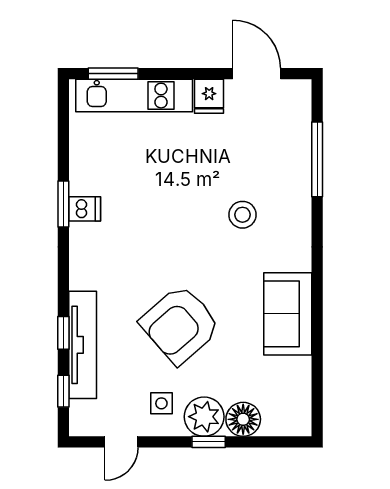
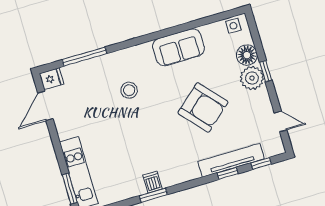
fridge: (209, 96) -> (52, 79), moved
side table: (161, 403) -> (233, 26), moved

